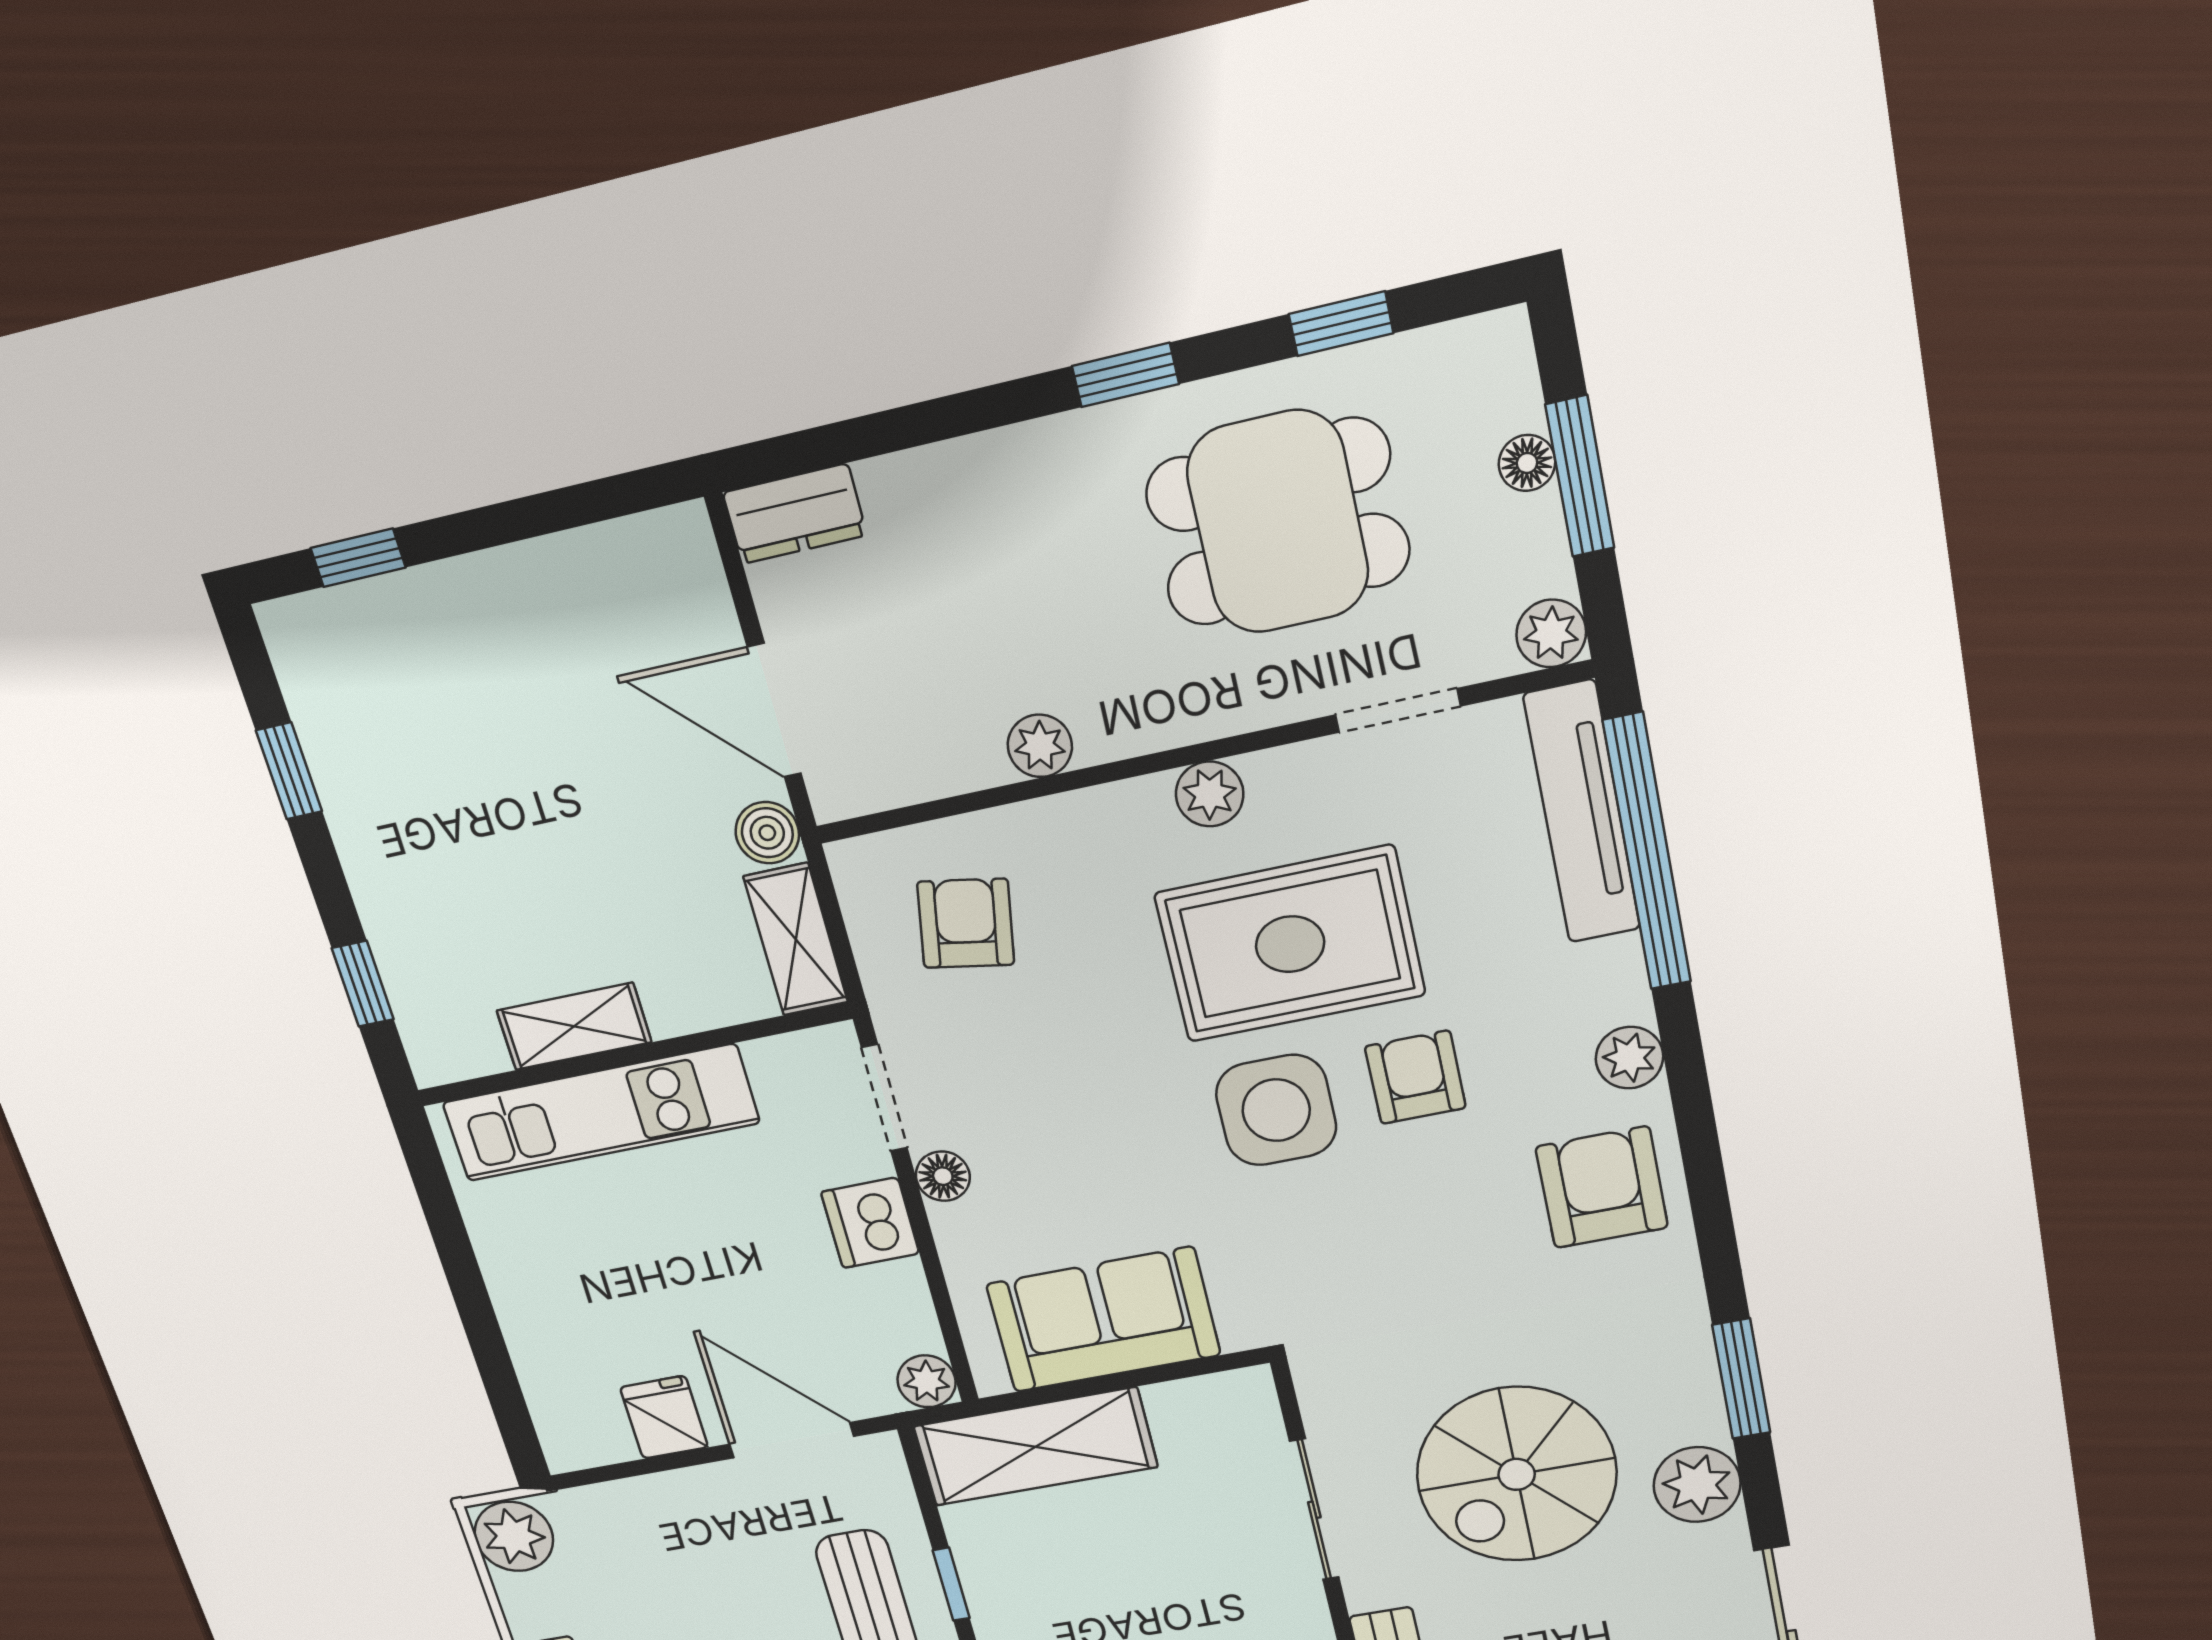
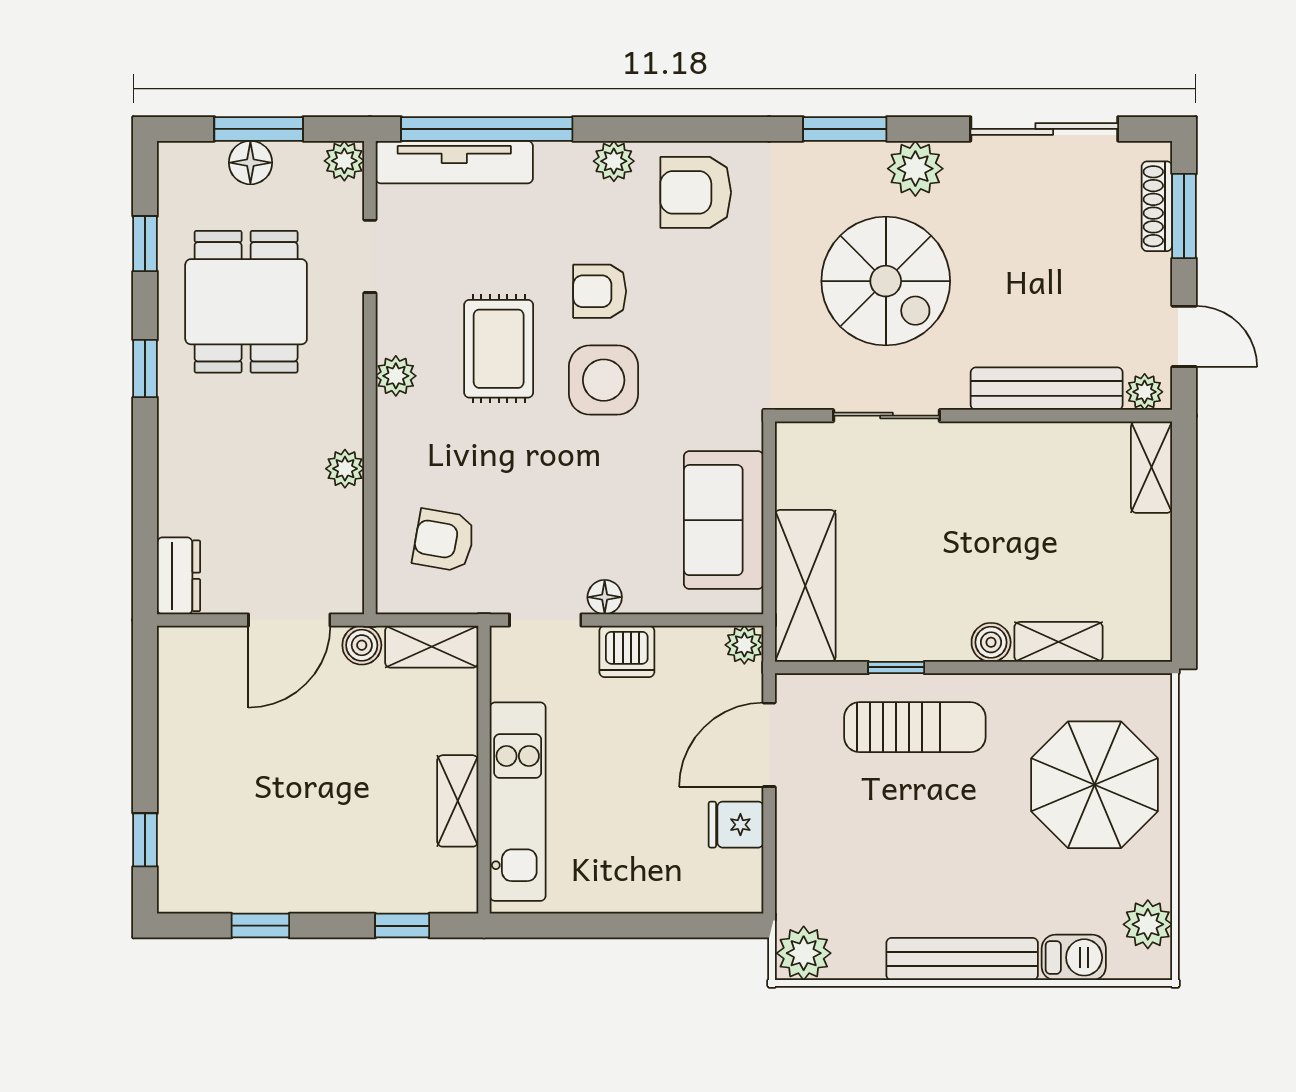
floor lamp: (1527, 463) -> (250, 163), width x1.37, depth x1.37
rug: (1290, 944) -> (499, 349), width x0.73, depth x0.70

